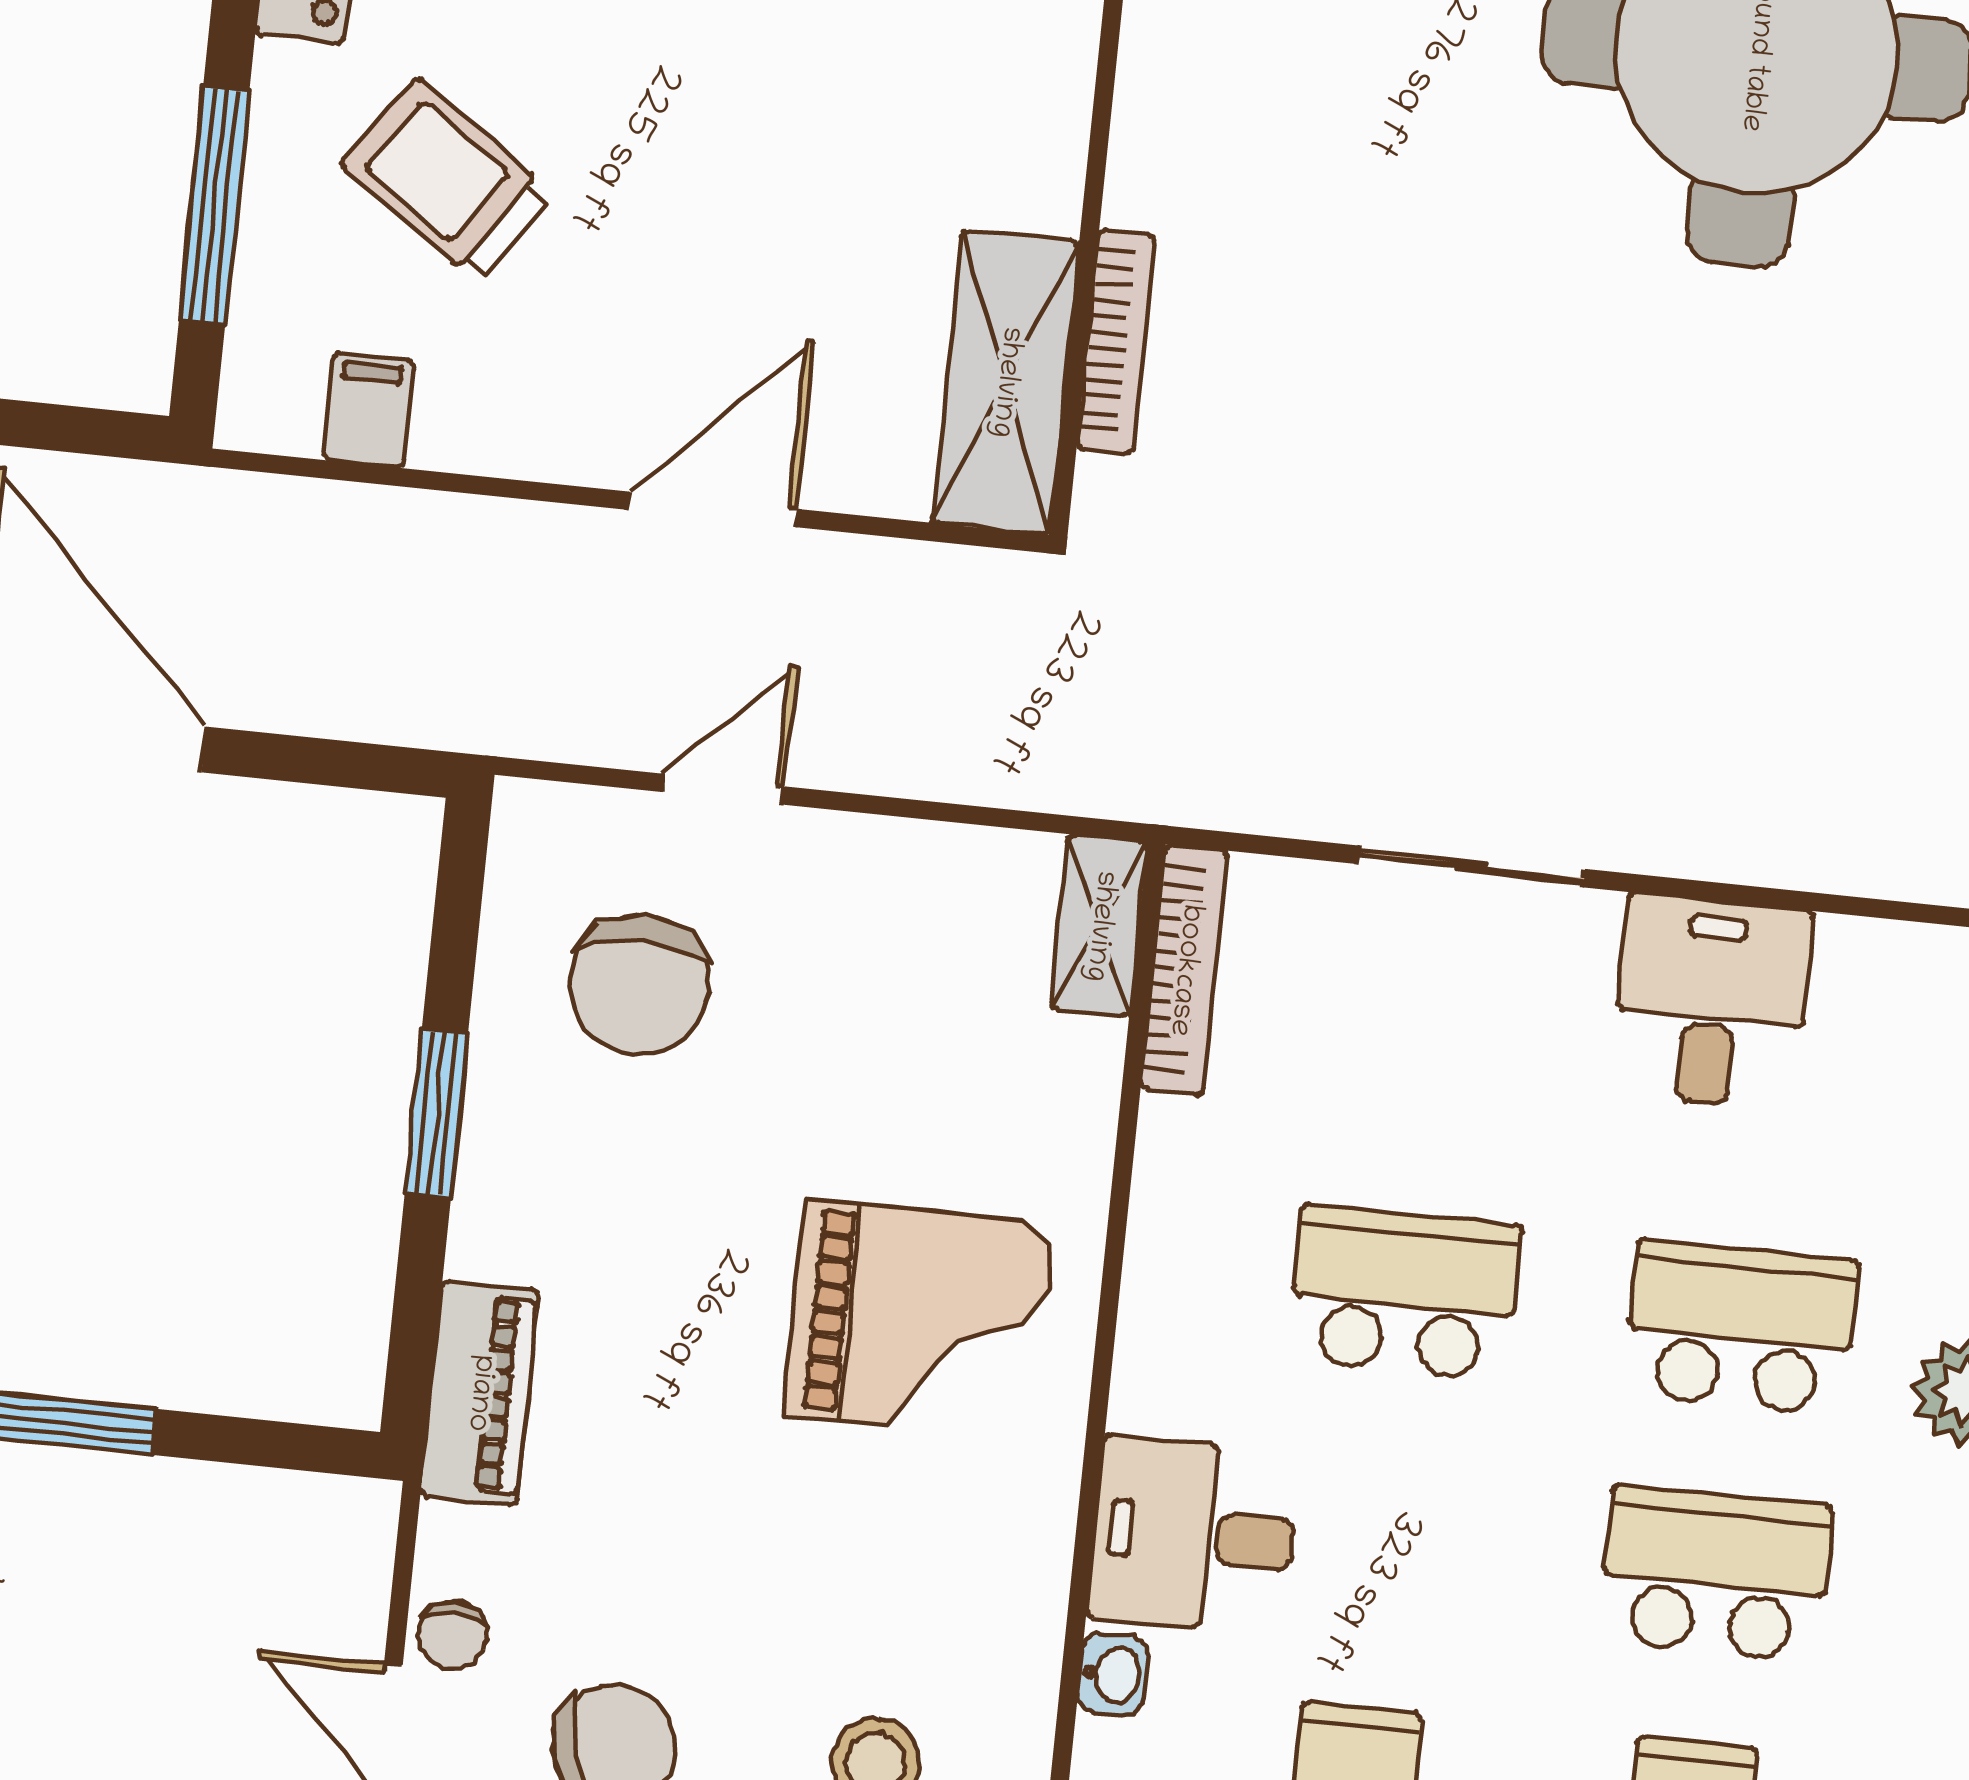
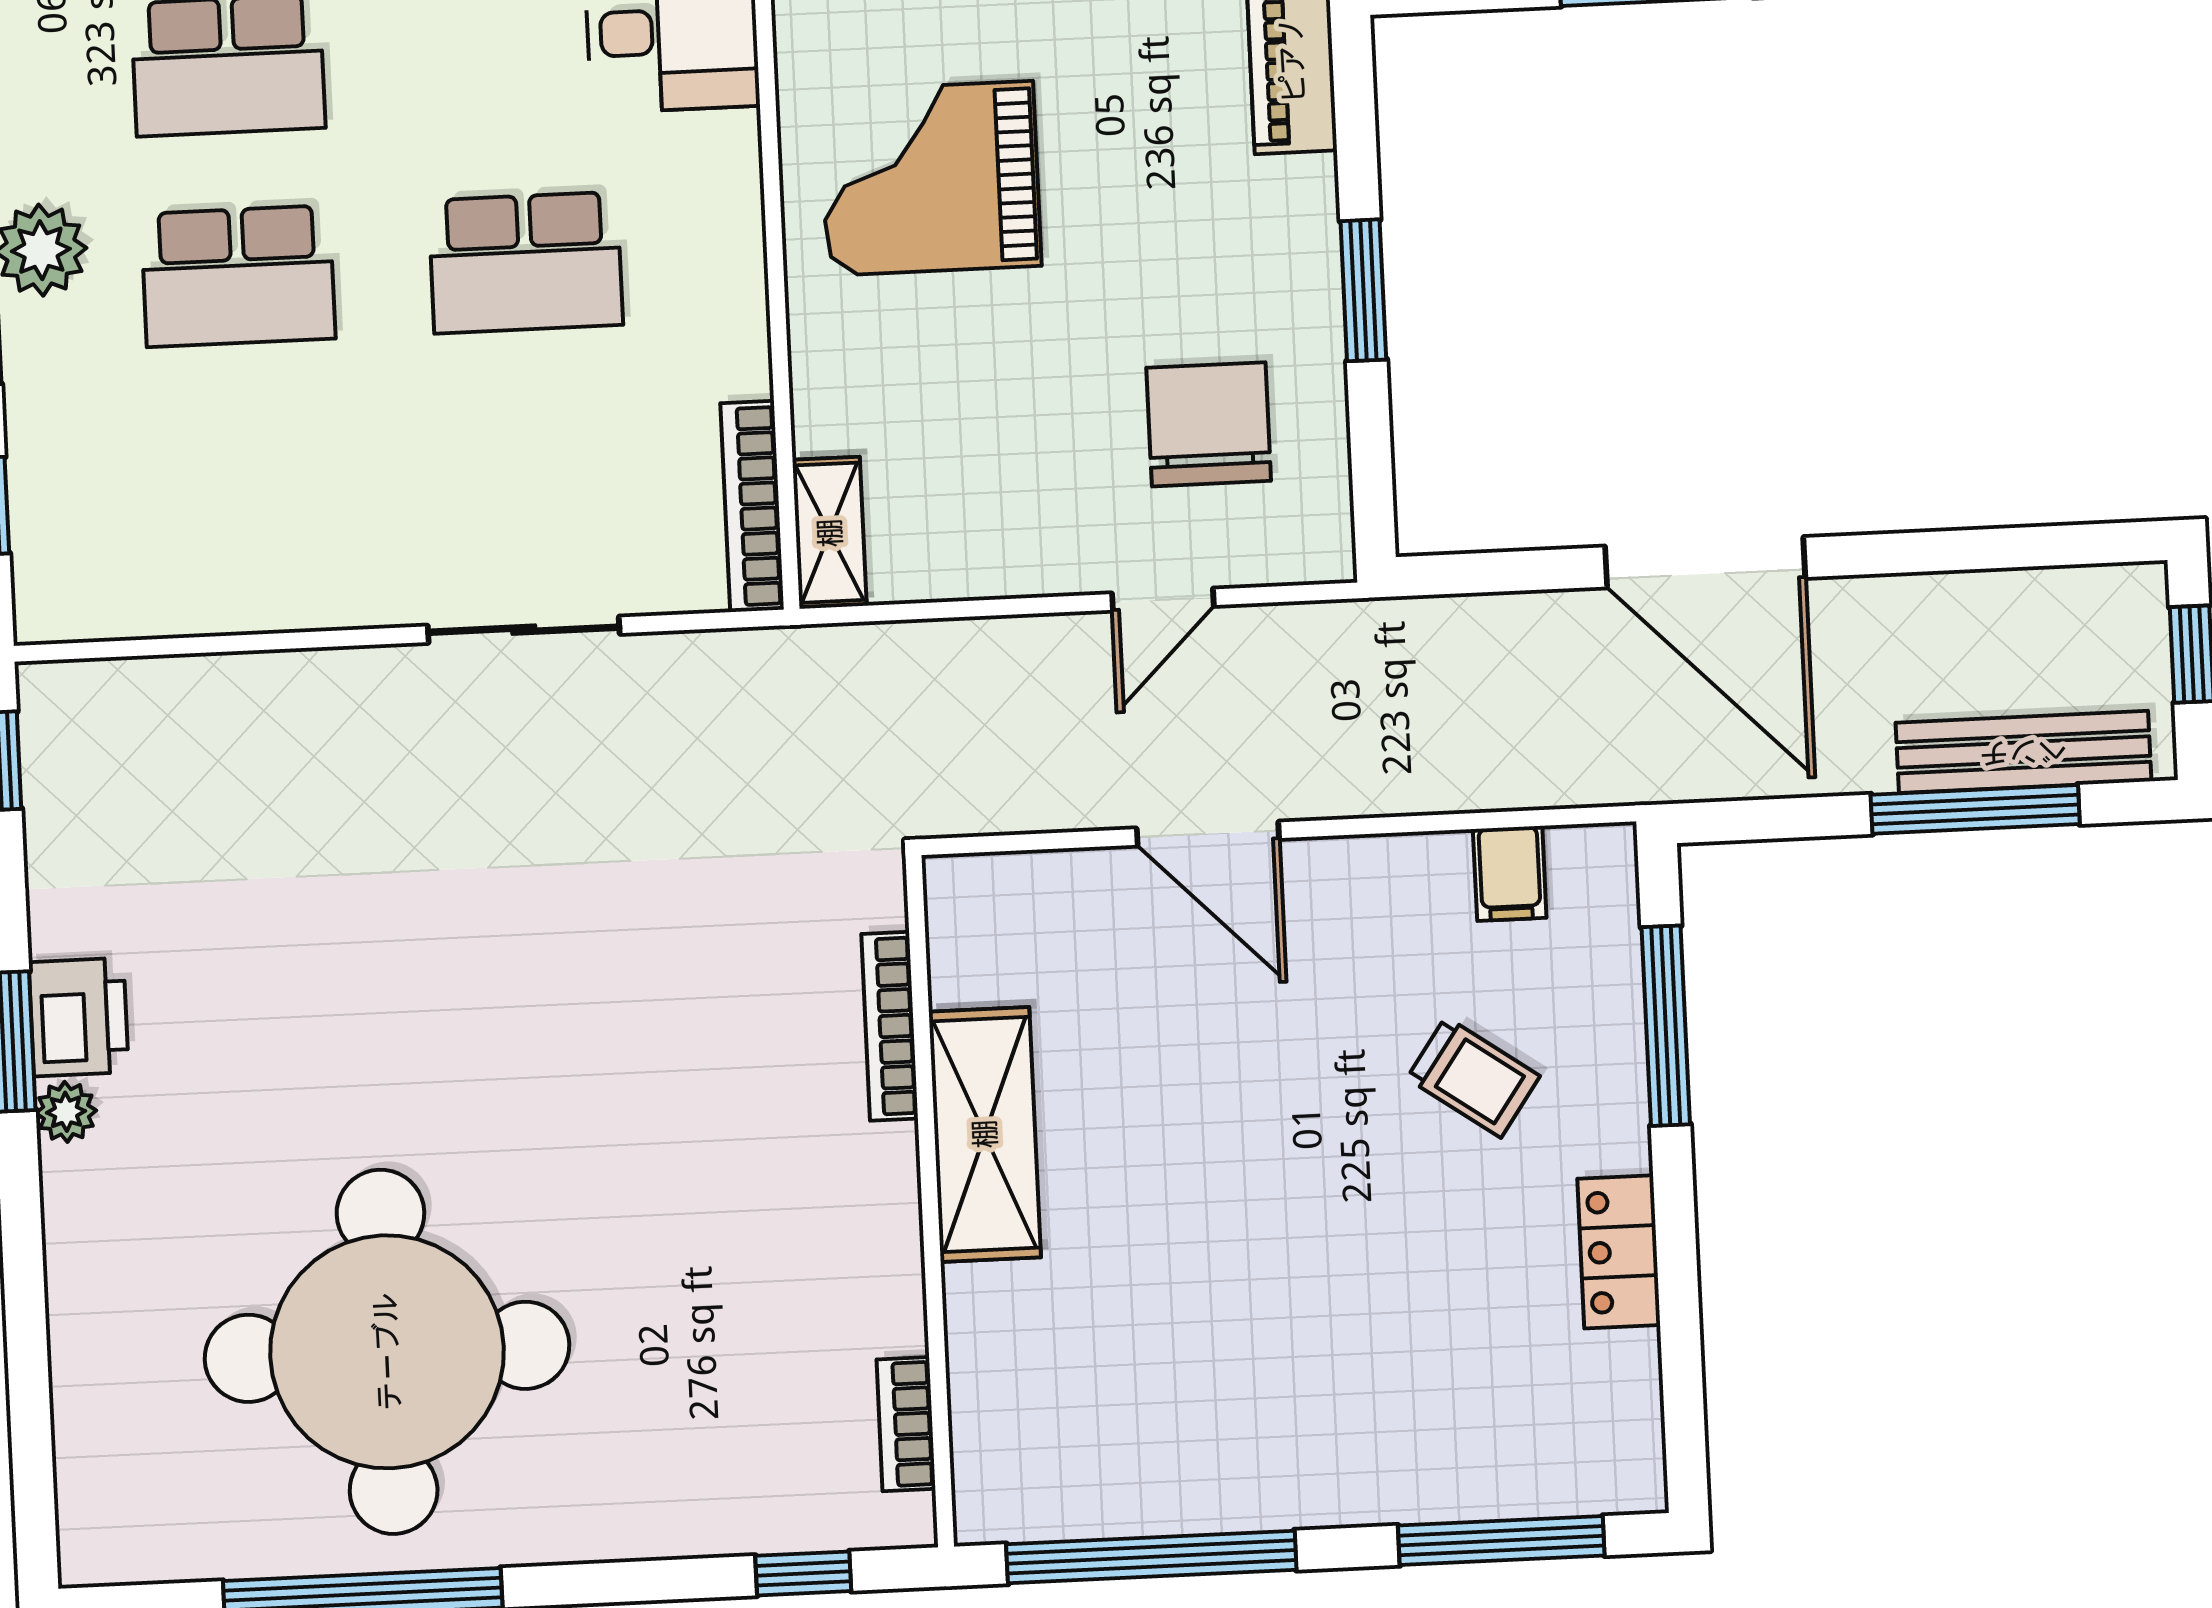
trolley: (447, 180) -> (1473, 1077), width x0.73, depth x0.72
shelving: (1005, 382) -> (985, 1134), moved
door: (712, 509) -> (1208, 834), hinge flipped
desk: (1711, 1002) -> (304, 546), removed

